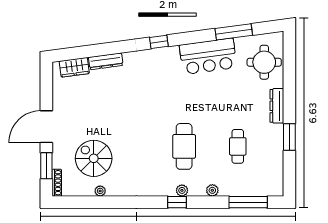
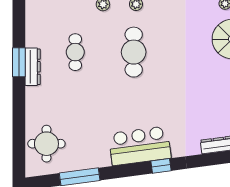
bar counter: (208, 56) -> (140, 146), moved
dresser: (277, 106) -> (33, 67), moved

